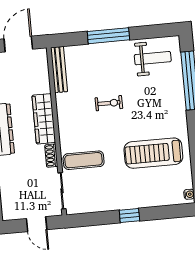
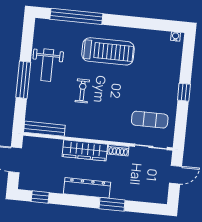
weight bench: (153, 58) -> (47, 65), moved, turned 180
treadmill: (153, 153) -> (108, 51), moved, turned -90
exercise mat: (84, 160) -> (150, 120), moved, turned 90

